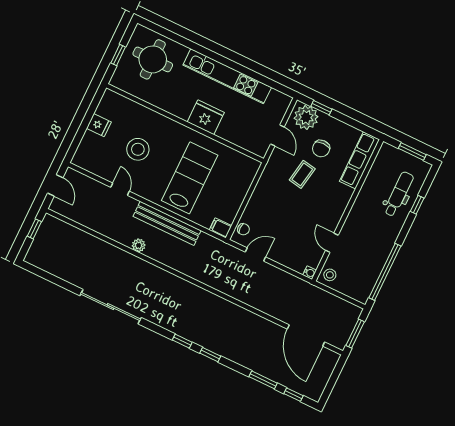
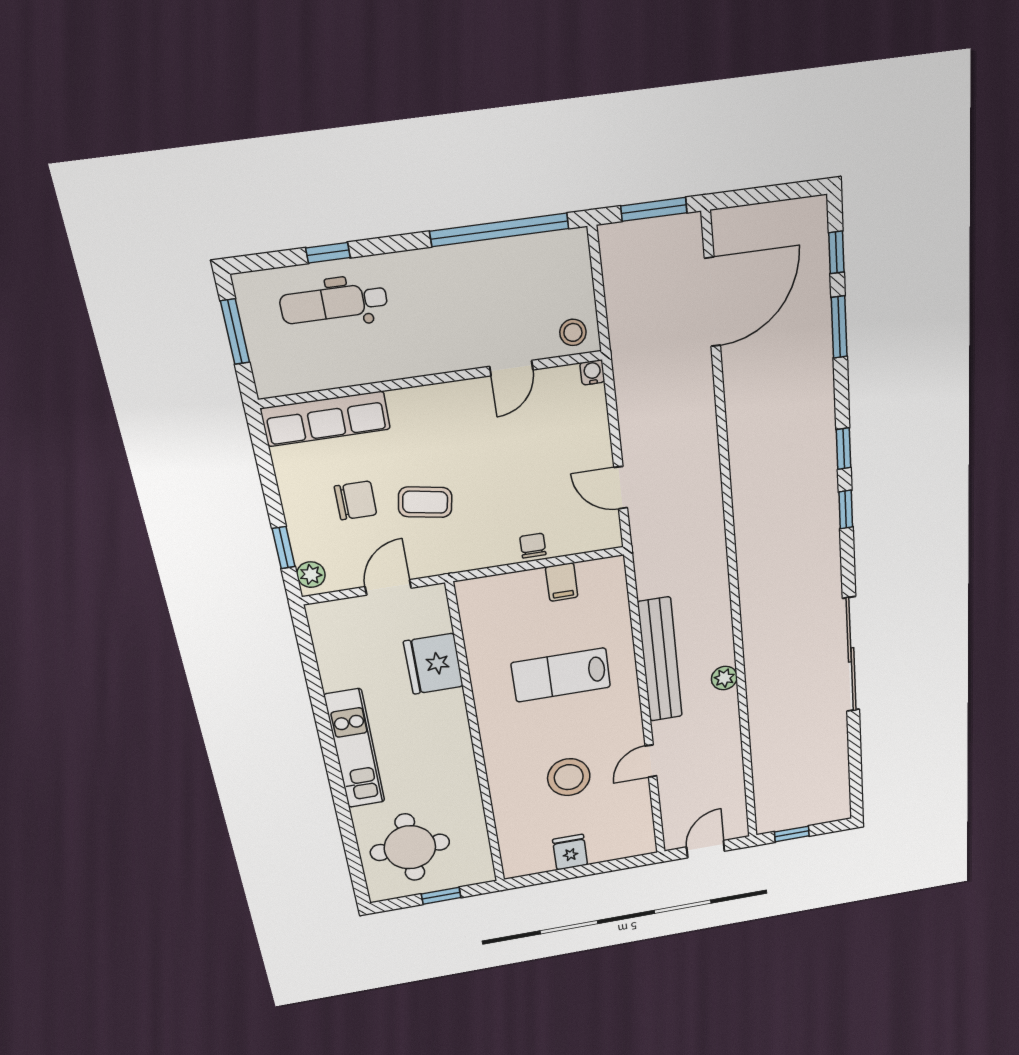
kitchen unit: (227, 76) -> (355, 749), width x0.73
fridge: (206, 117) -> (433, 664), moved
plant: (306, 117) -> (311, 575), width x0.53, depth x0.53
lab bench: (190, 178) -> (561, 675), width x0.73, depth x0.72
filing cabinet: (221, 228) -> (562, 582), moved
chair: (243, 229) -> (533, 546), moved

